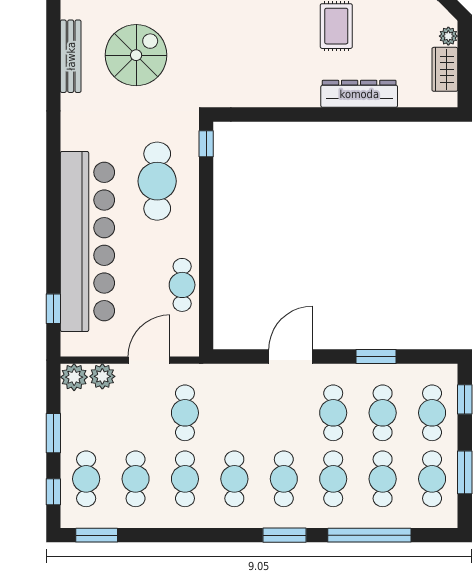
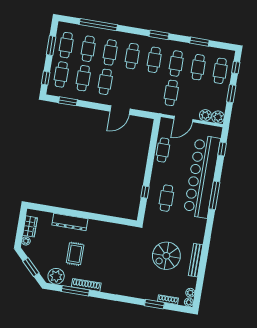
window: (206, 144) -> (145, 192), moved
cafe table: (157, 181) -> (166, 198), width x0.73, depth x0.74
window: (53, 205) -> (214, 195), added
window: (376, 357) -> (68, 101), moved
window: (97, 535) -> (199, 42), moved
window: (284, 535) -> (159, 35), moved

